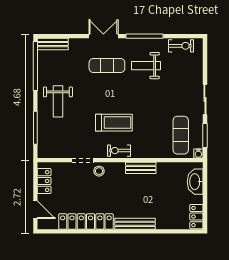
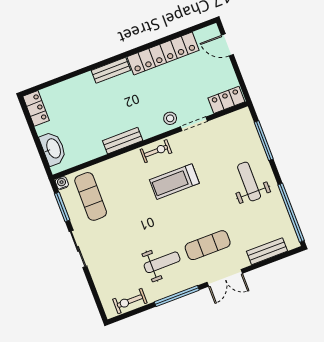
bench: (53, 44) -> (267, 251), moved
locker: (44, 181) -> (226, 100), moved, turned 90
bench: (135, 224) -> (111, 70), width x0.73

